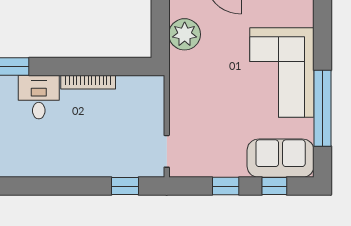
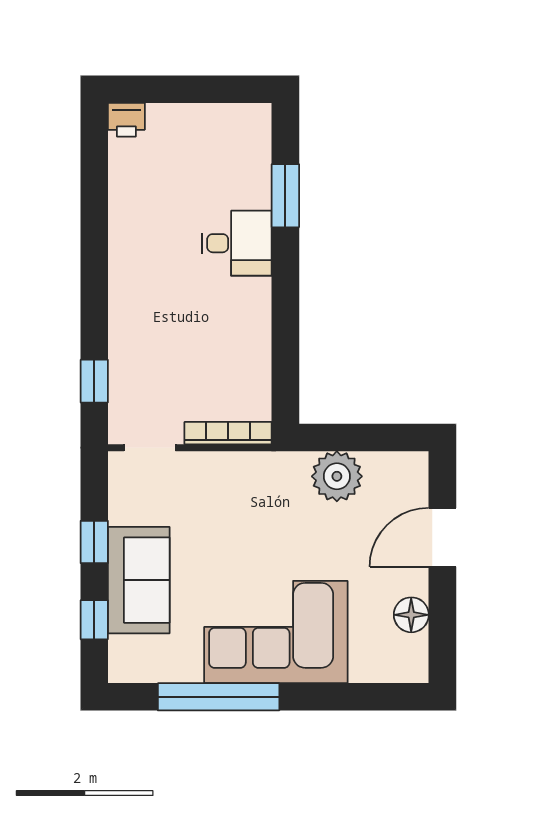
bookcase: (88, 82) -> (228, 433), moved, turned 90
sofa: (281, 158) -> (139, 580), moved

